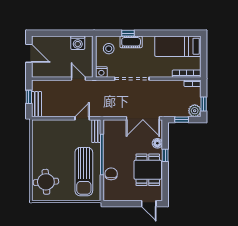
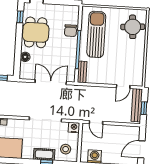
door: (29, 53) -> (141, 149), hinge flipped
bench: (36, 104) -> (137, 105), width x1.36
door: (82, 118) -> (123, 87), moved
double door: (143, 118) -> (51, 82), moved
window: (165, 155) -> (20, 17), moved

